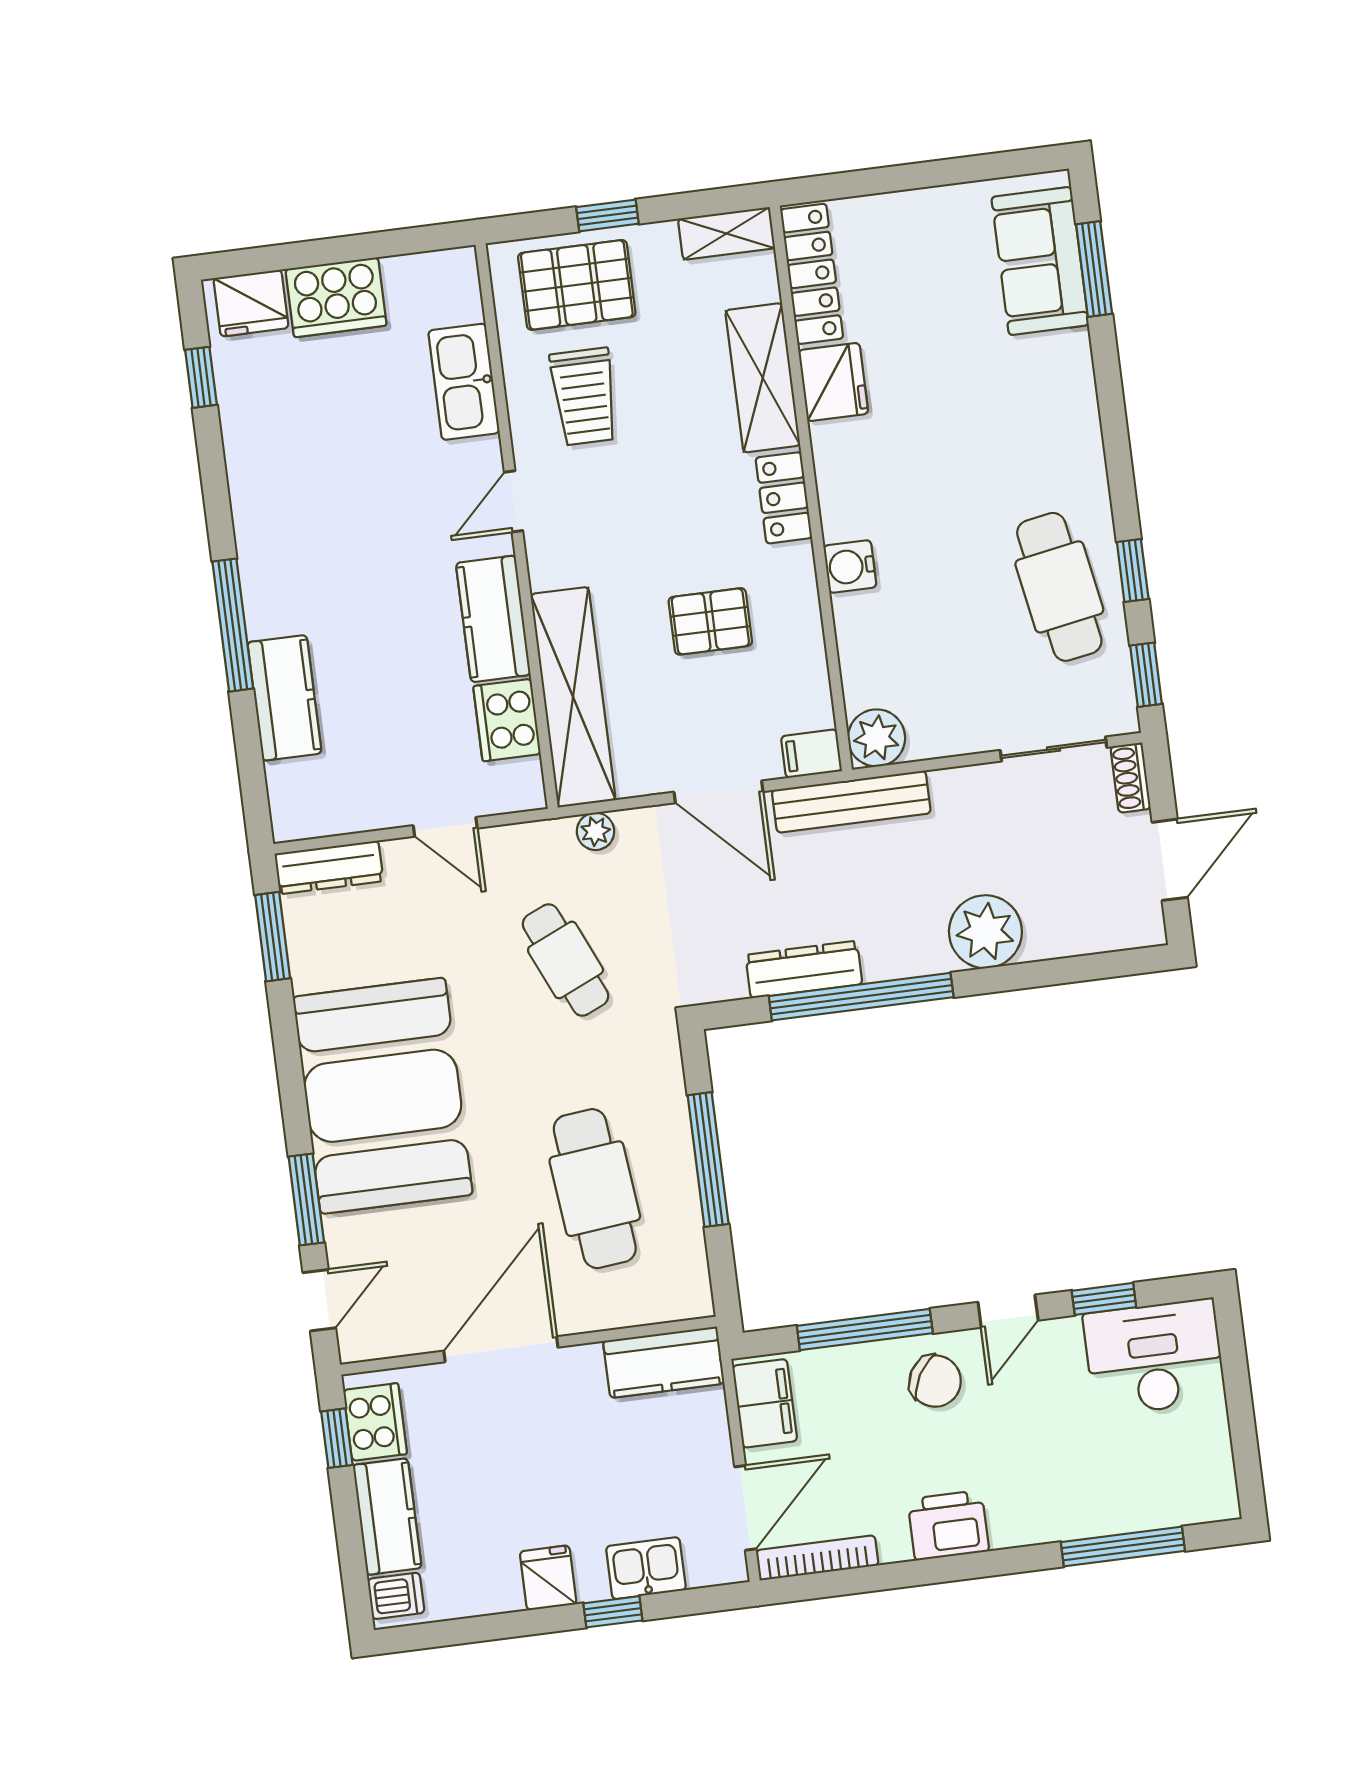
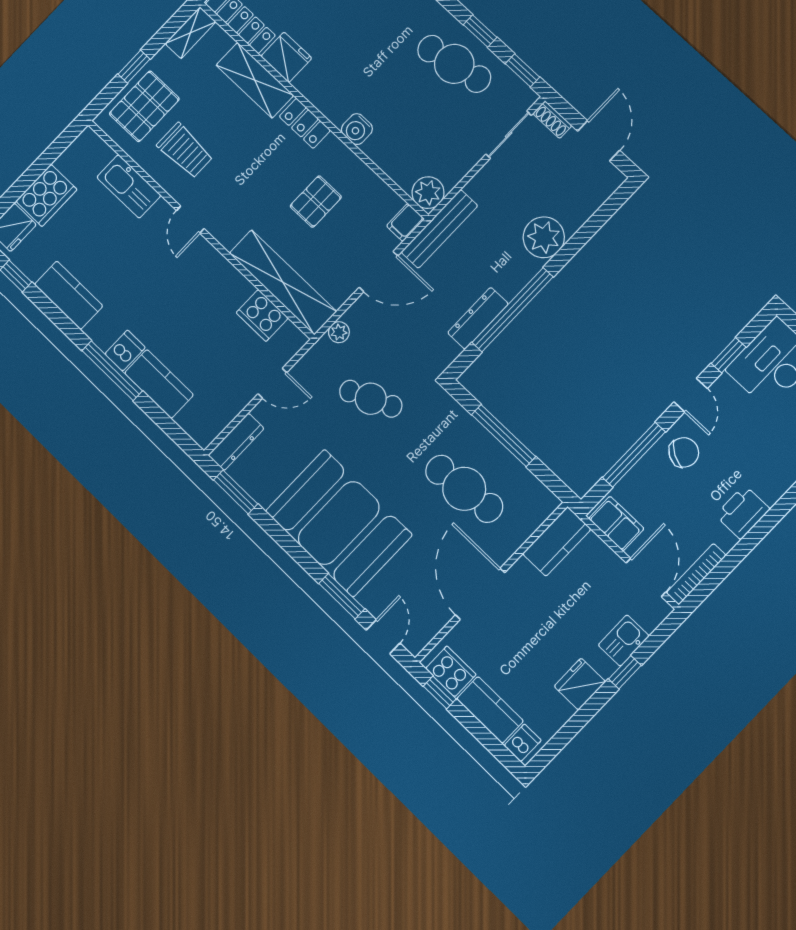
dishwasher: (274, 612) -> (125, 351), added
kitchen counter: (493, 619) -> (69, 295), moved, turned 180
fridge: (548, 1578) -> (580, 684), width x1.38

